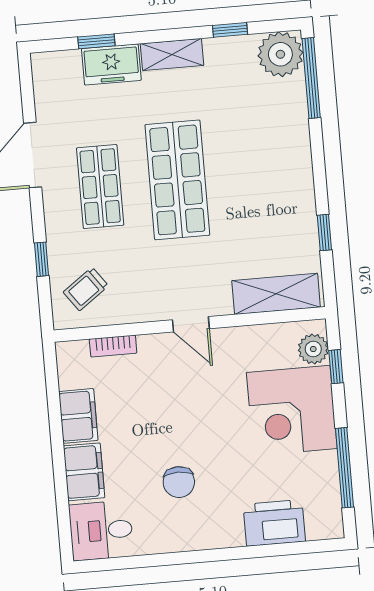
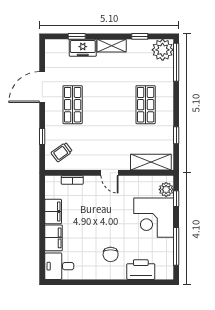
shop shelf: (177, 180) -> (146, 105), moved, width x0.70, depth x0.74
chair: (179, 482) -> (111, 254), moved

